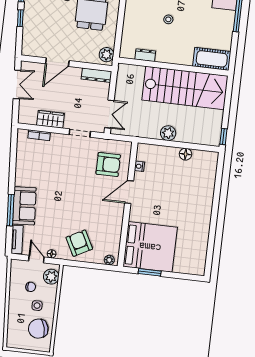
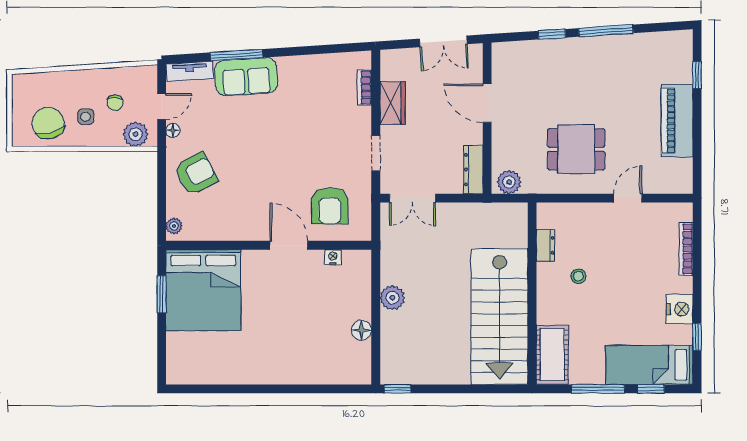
dresser: (145, 55) -> (545, 245), moved
cot: (212, 59) -> (552, 355), moved
wall: (173, 67) -> (532, 293), moved
stairs: (185, 88) -> (500, 317), moved

